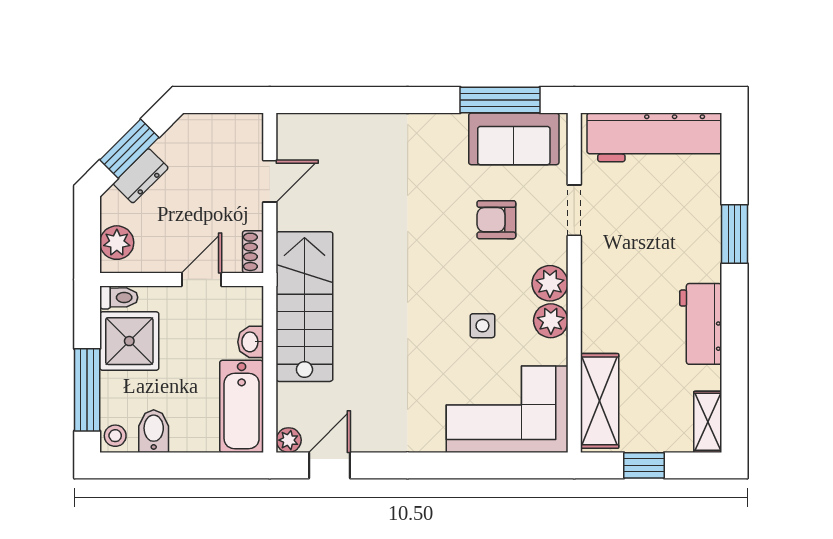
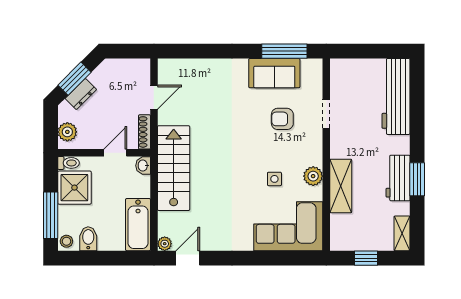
workbench: (654, 137) -> (396, 96), moved, turned 90
sofa: (514, 139) -> (274, 73), moved
window: (734, 234) -> (417, 179), moved
shoe rack: (253, 252) -> (144, 132), width x1.43
plant: (550, 283) -> (313, 155), removed
washbasin: (251, 342) -> (143, 166), moved
shelving: (600, 401) -> (341, 186), moved

